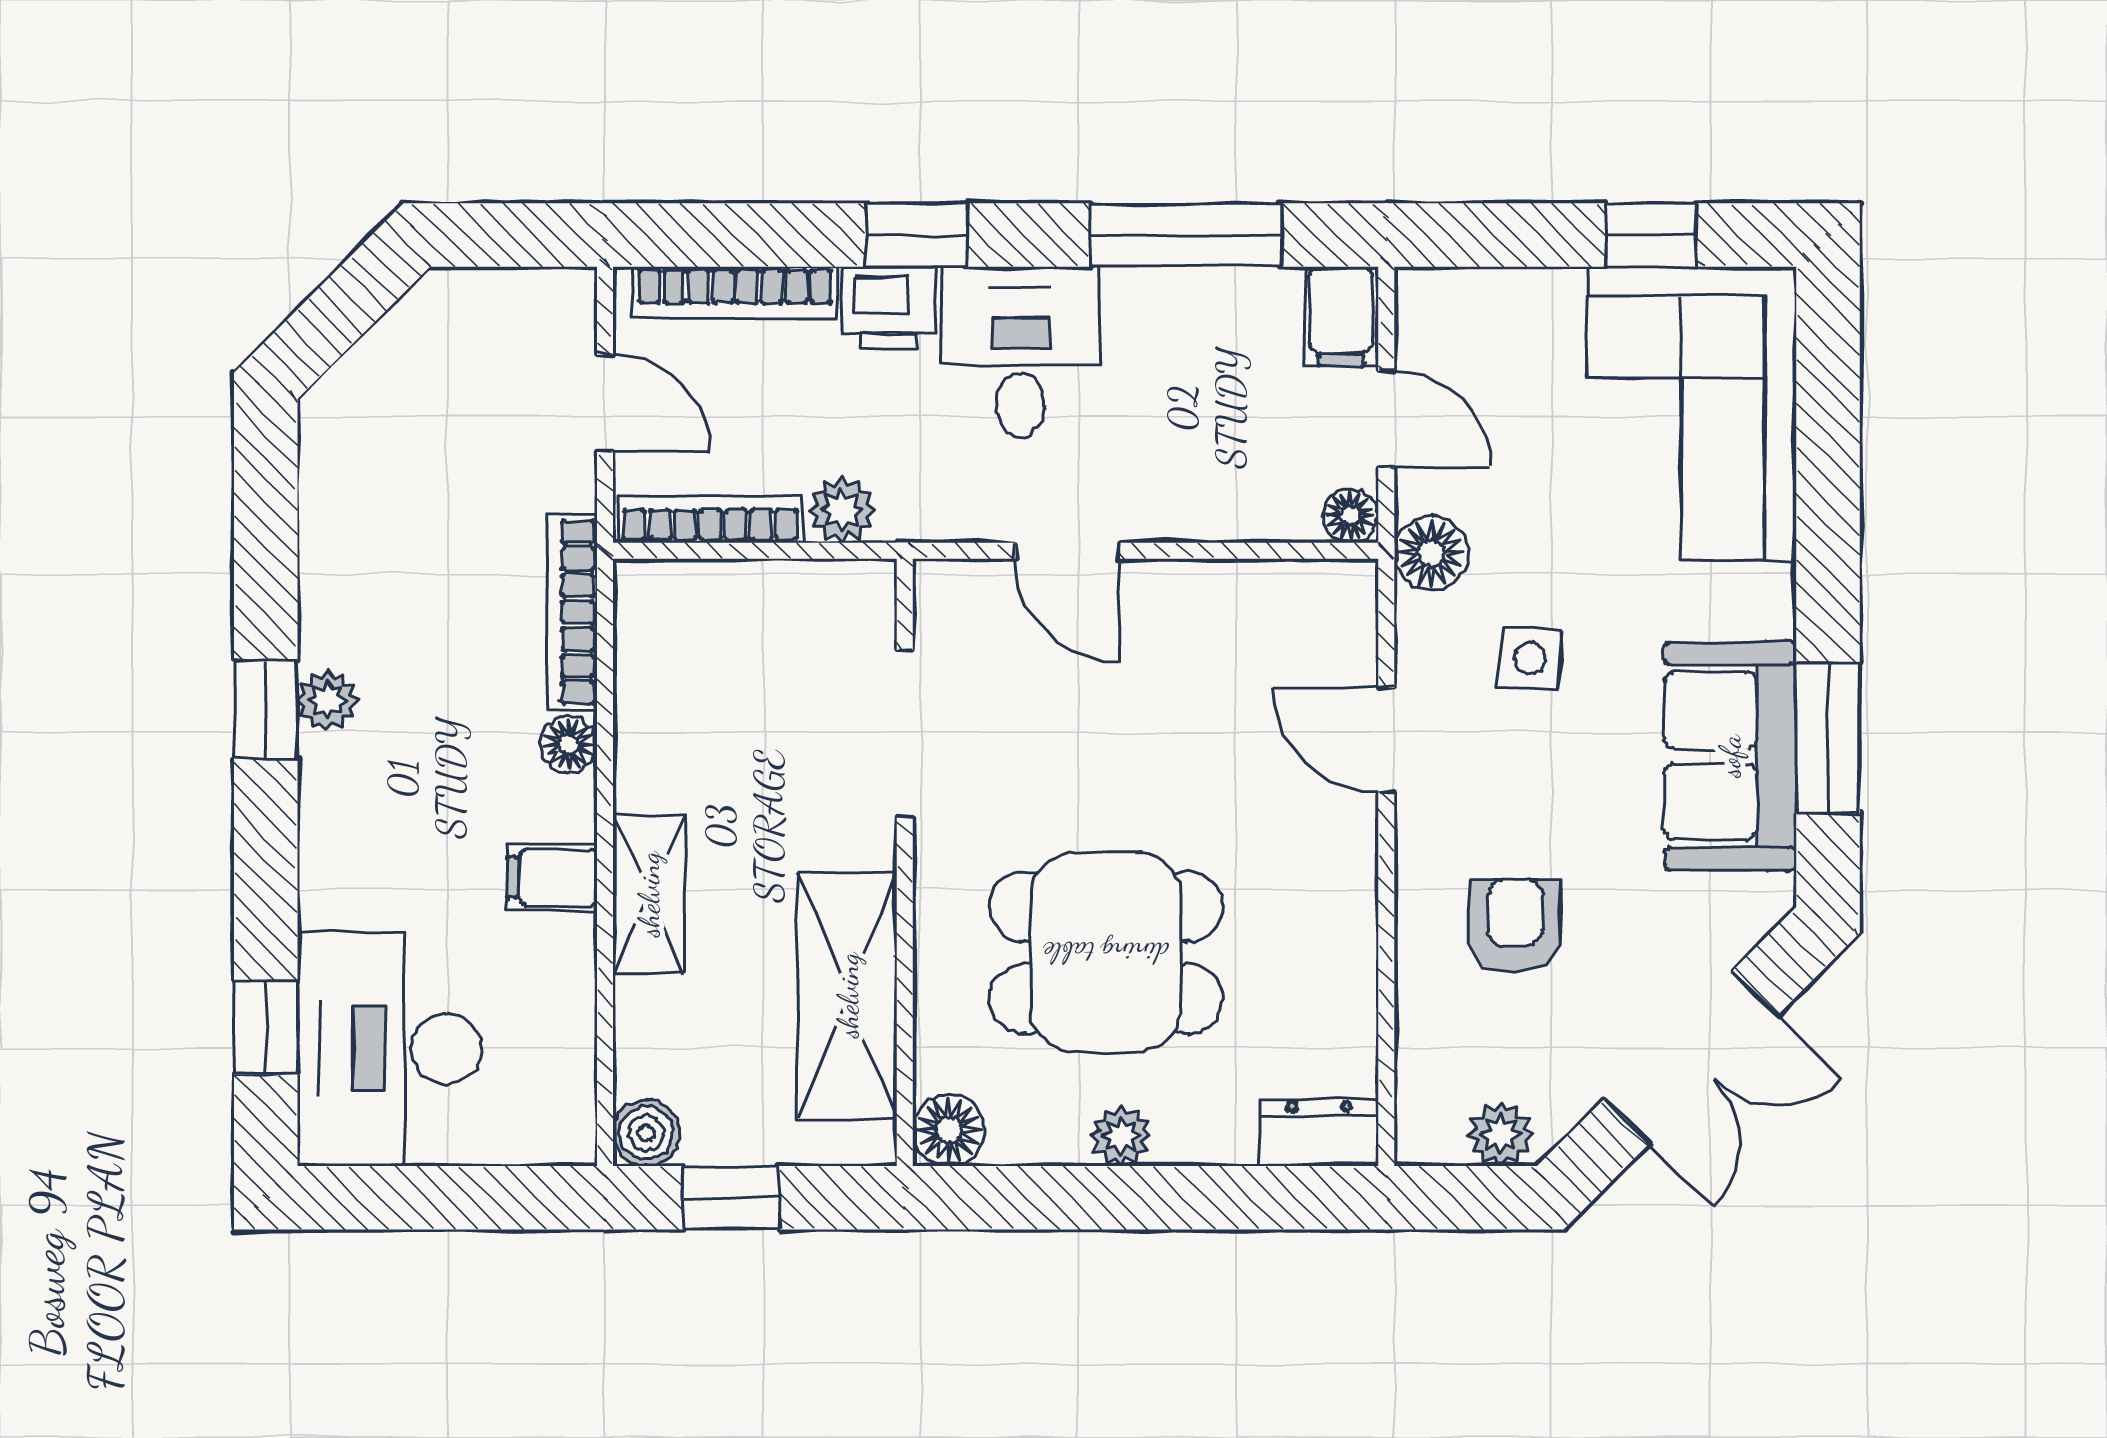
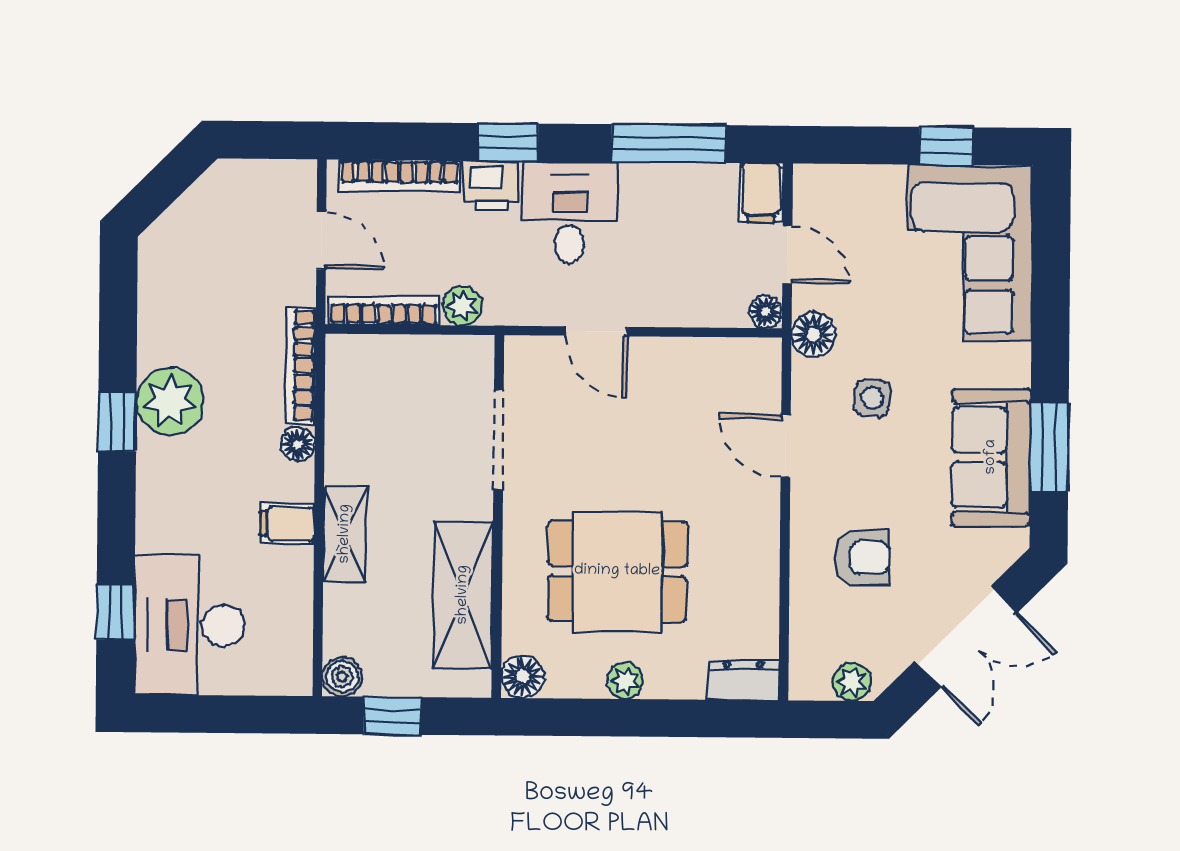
plant: (327, 701) -> (170, 401), width x1.87, depth x1.87
armchair: (1515, 926) -> (861, 557), turned 90

